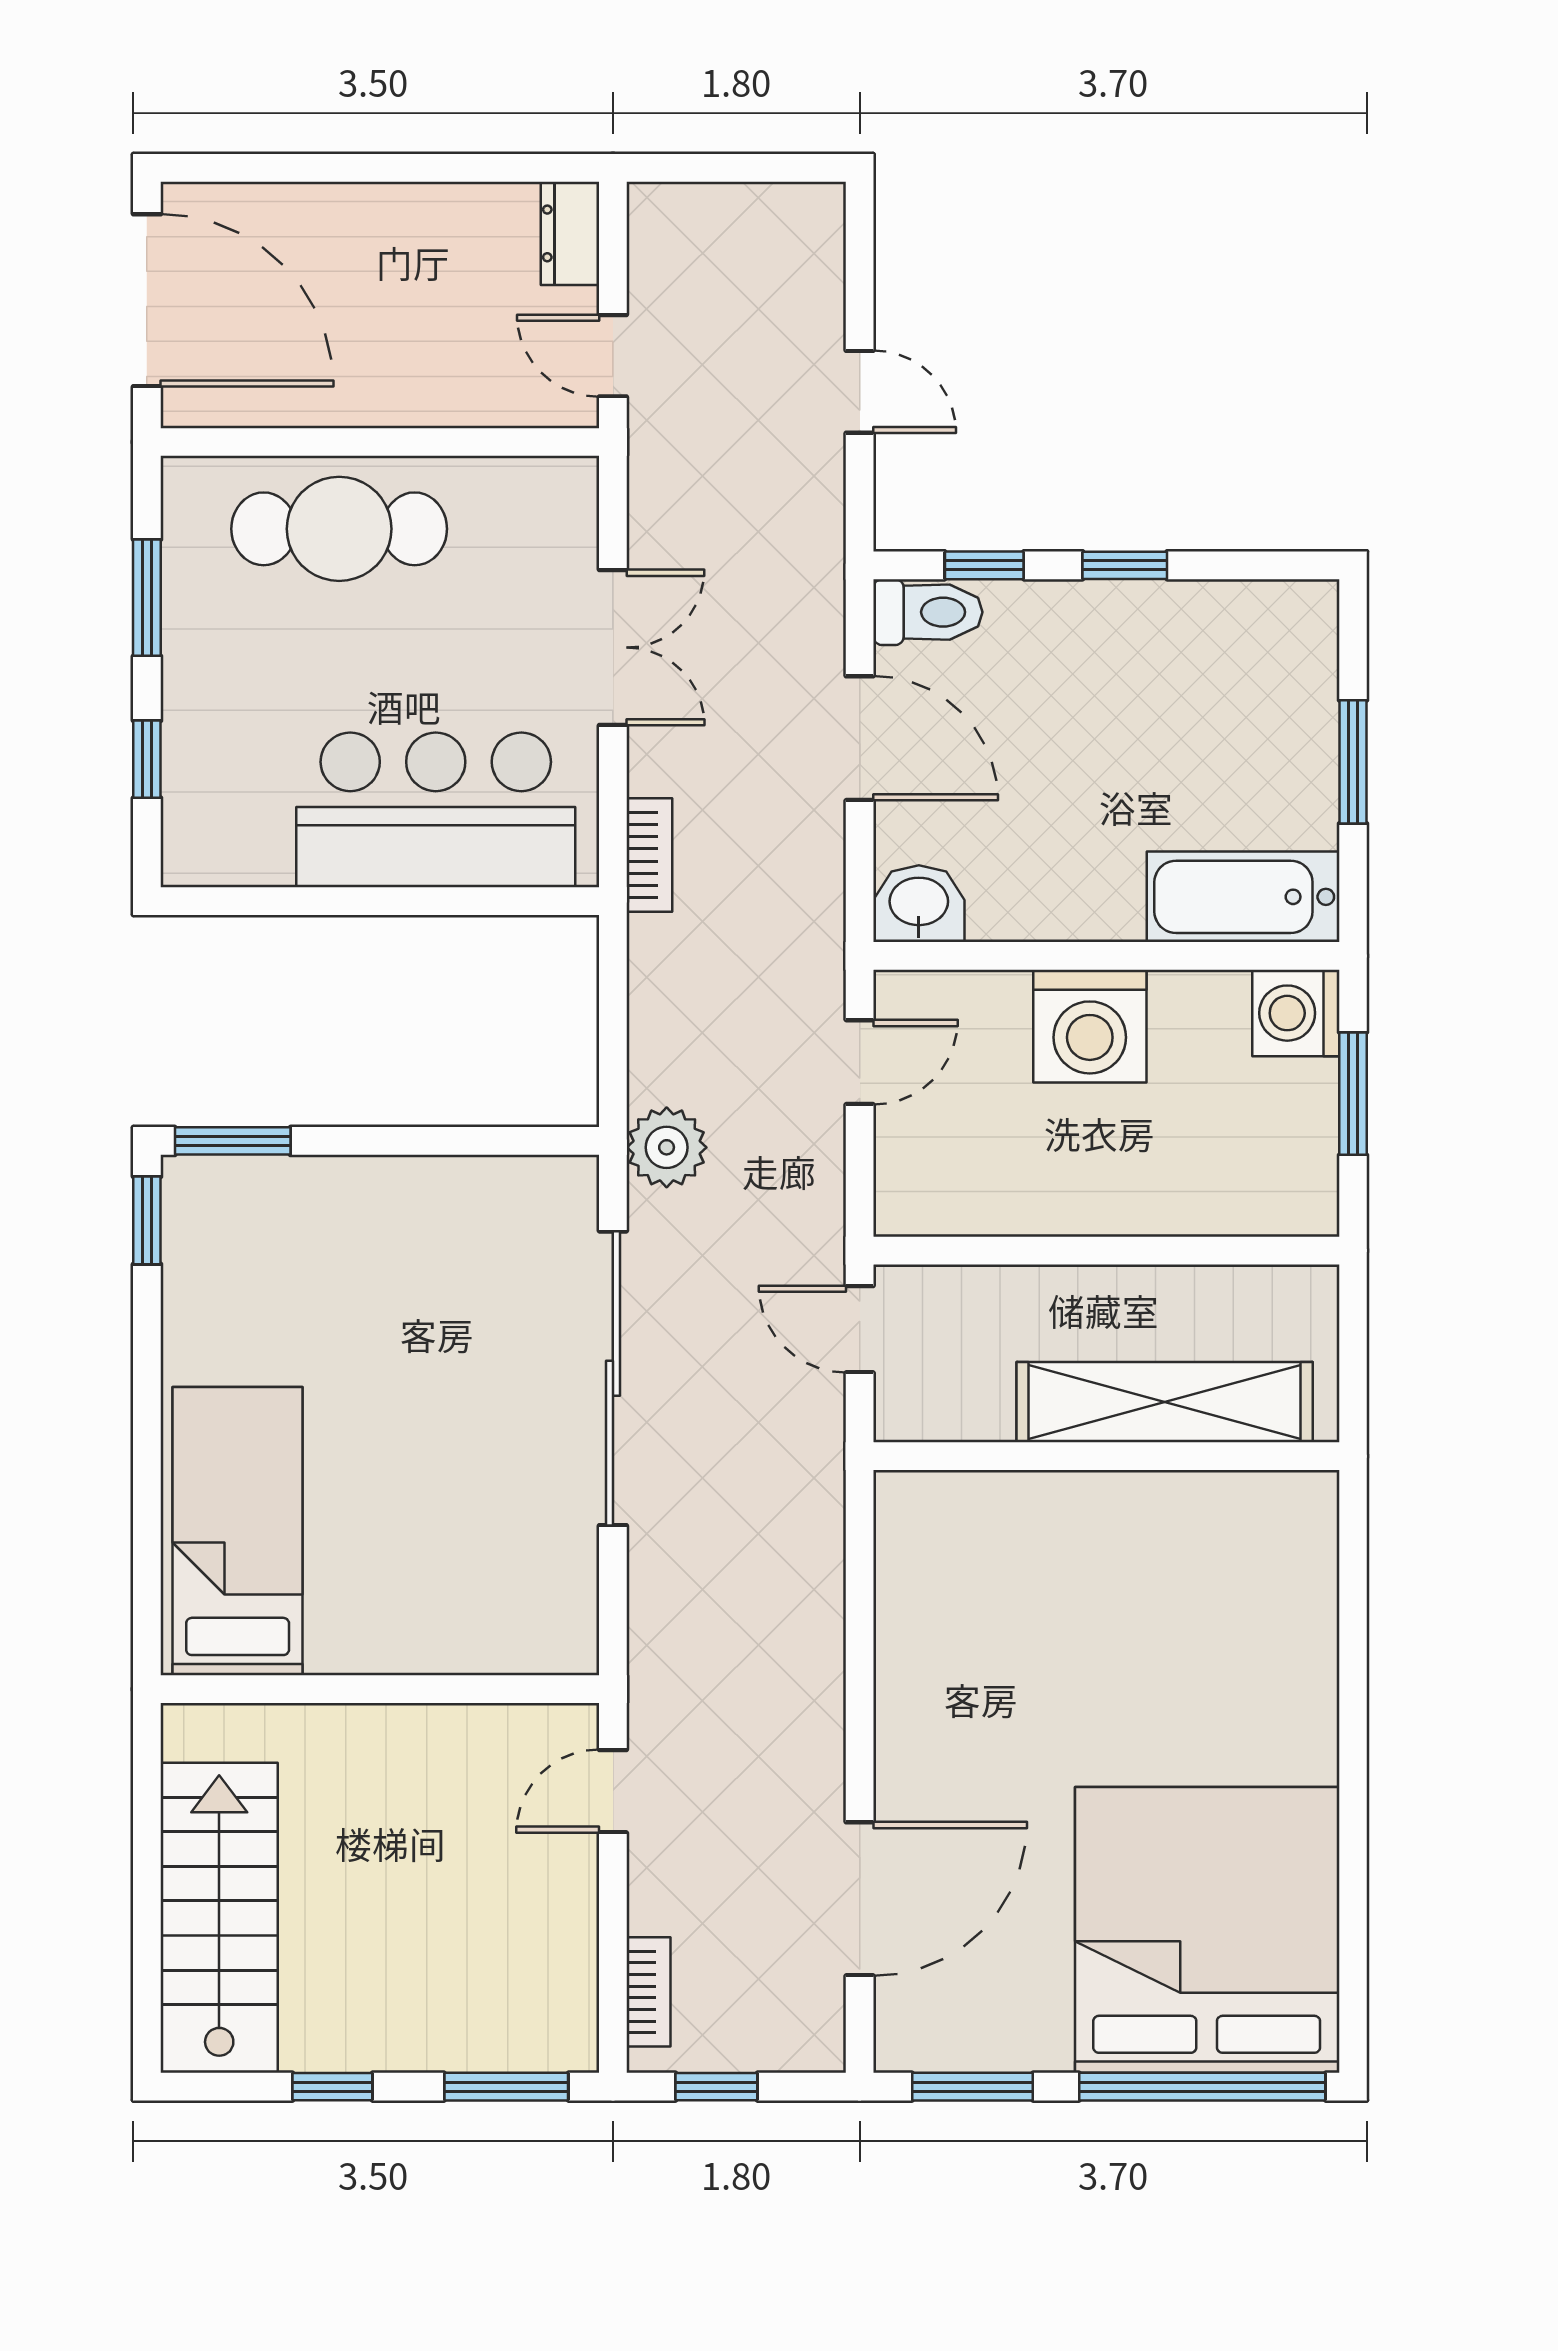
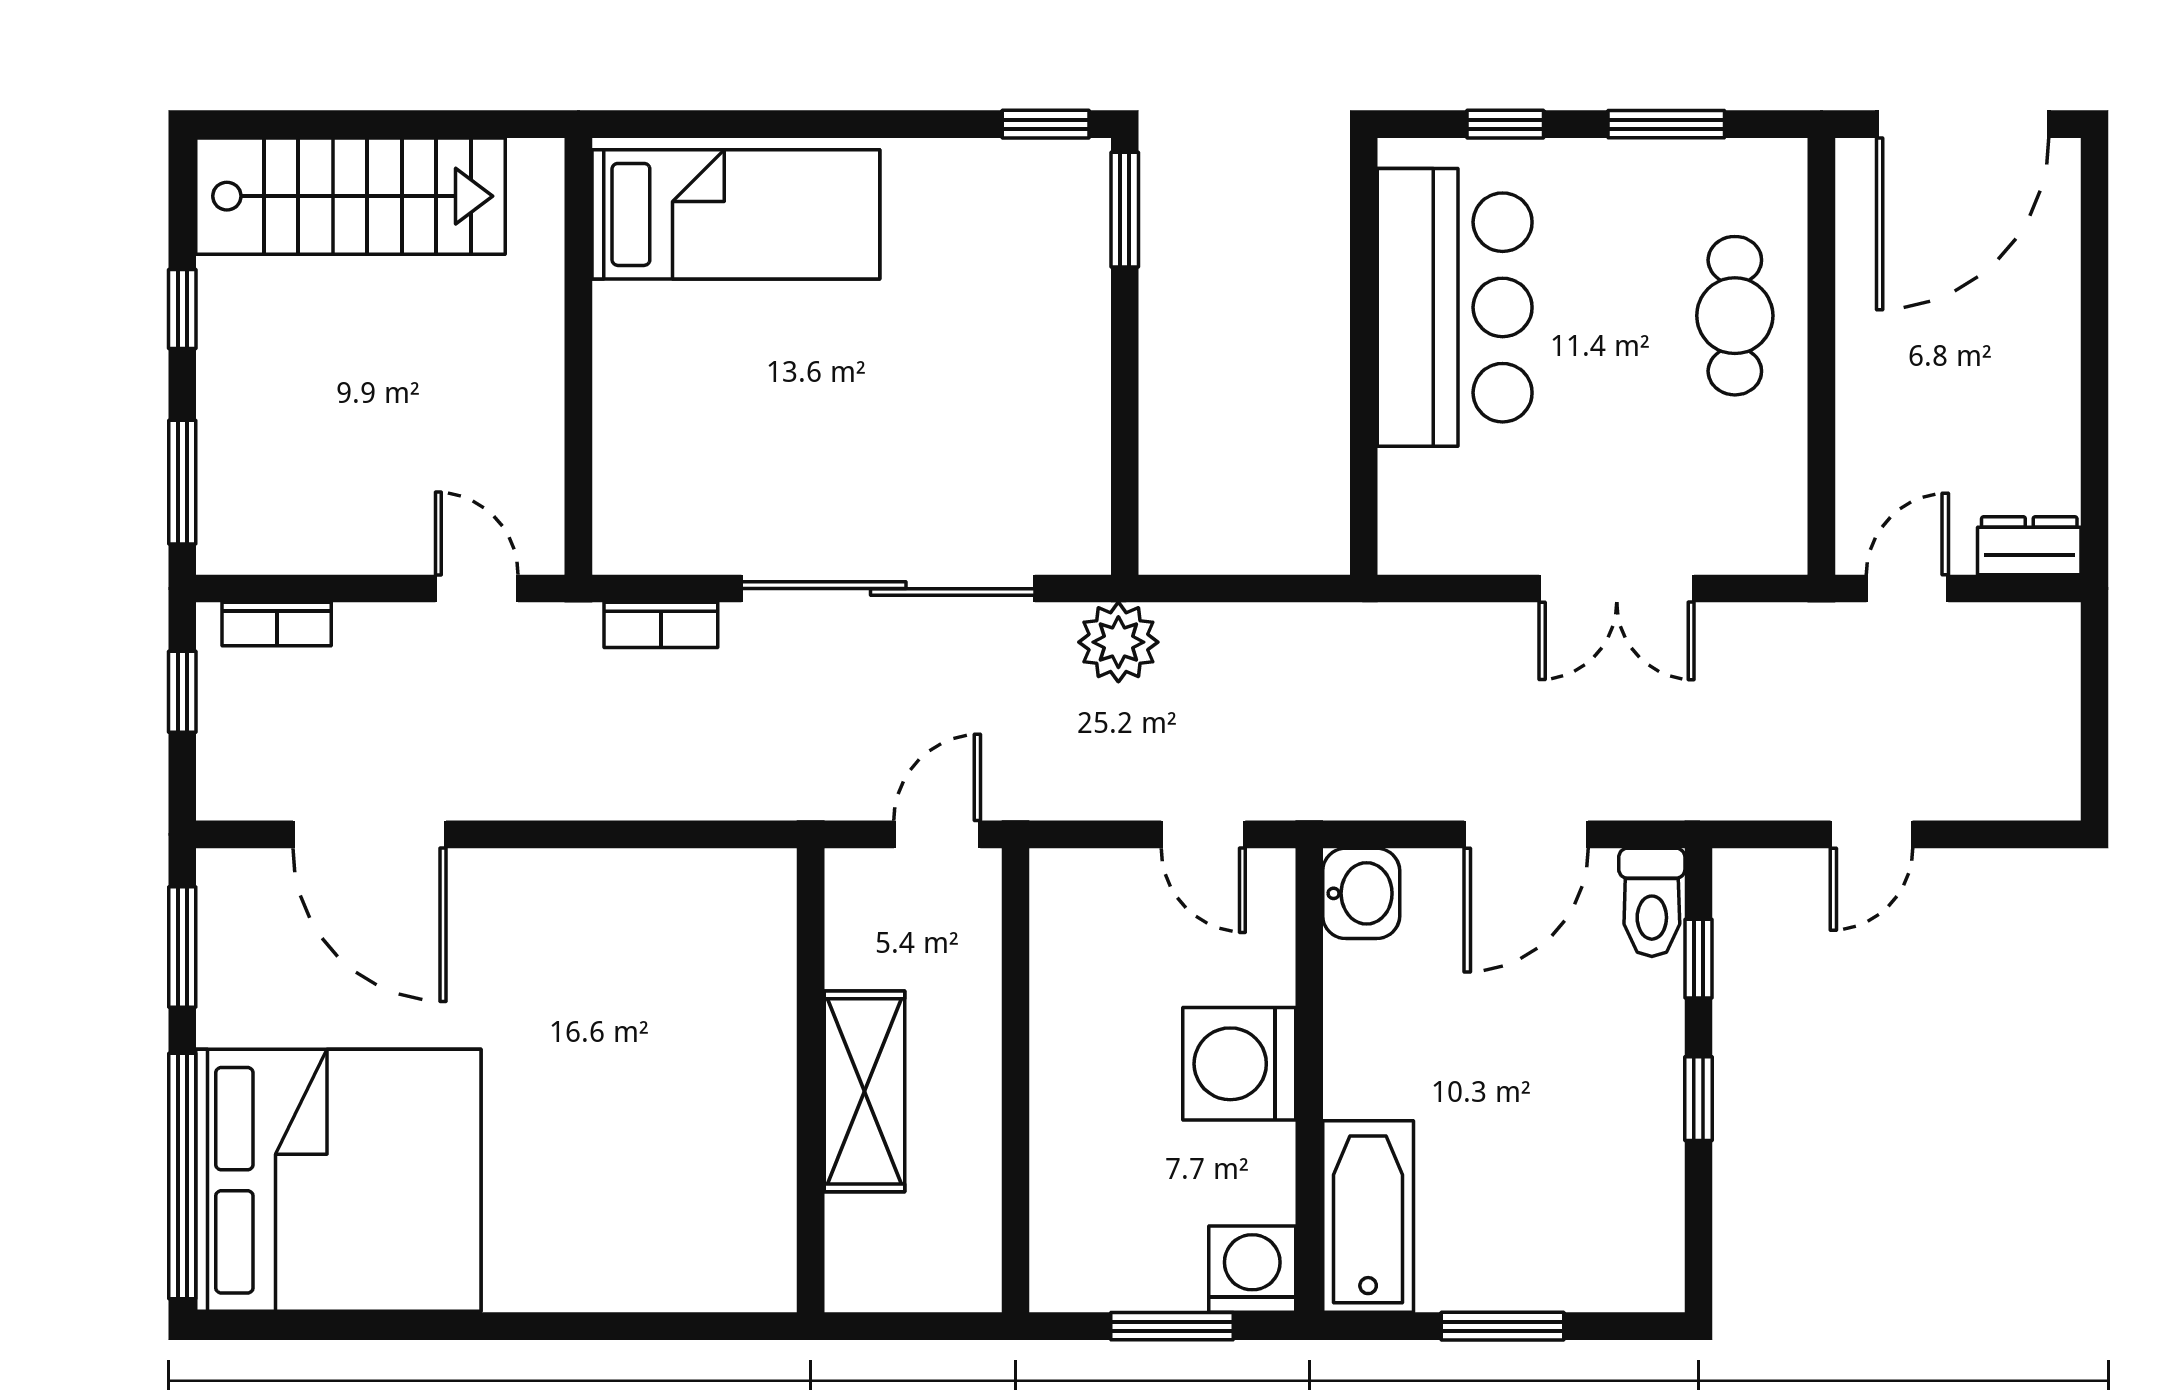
cafe table: (339, 529) -> (1735, 316), width x0.73, depth x0.74
bar counter: (436, 810) -> (1455, 307), moved
bookcase: (649, 855) -> (661, 625), moved
shelving: (1165, 1402) -> (864, 1091), width x0.68

